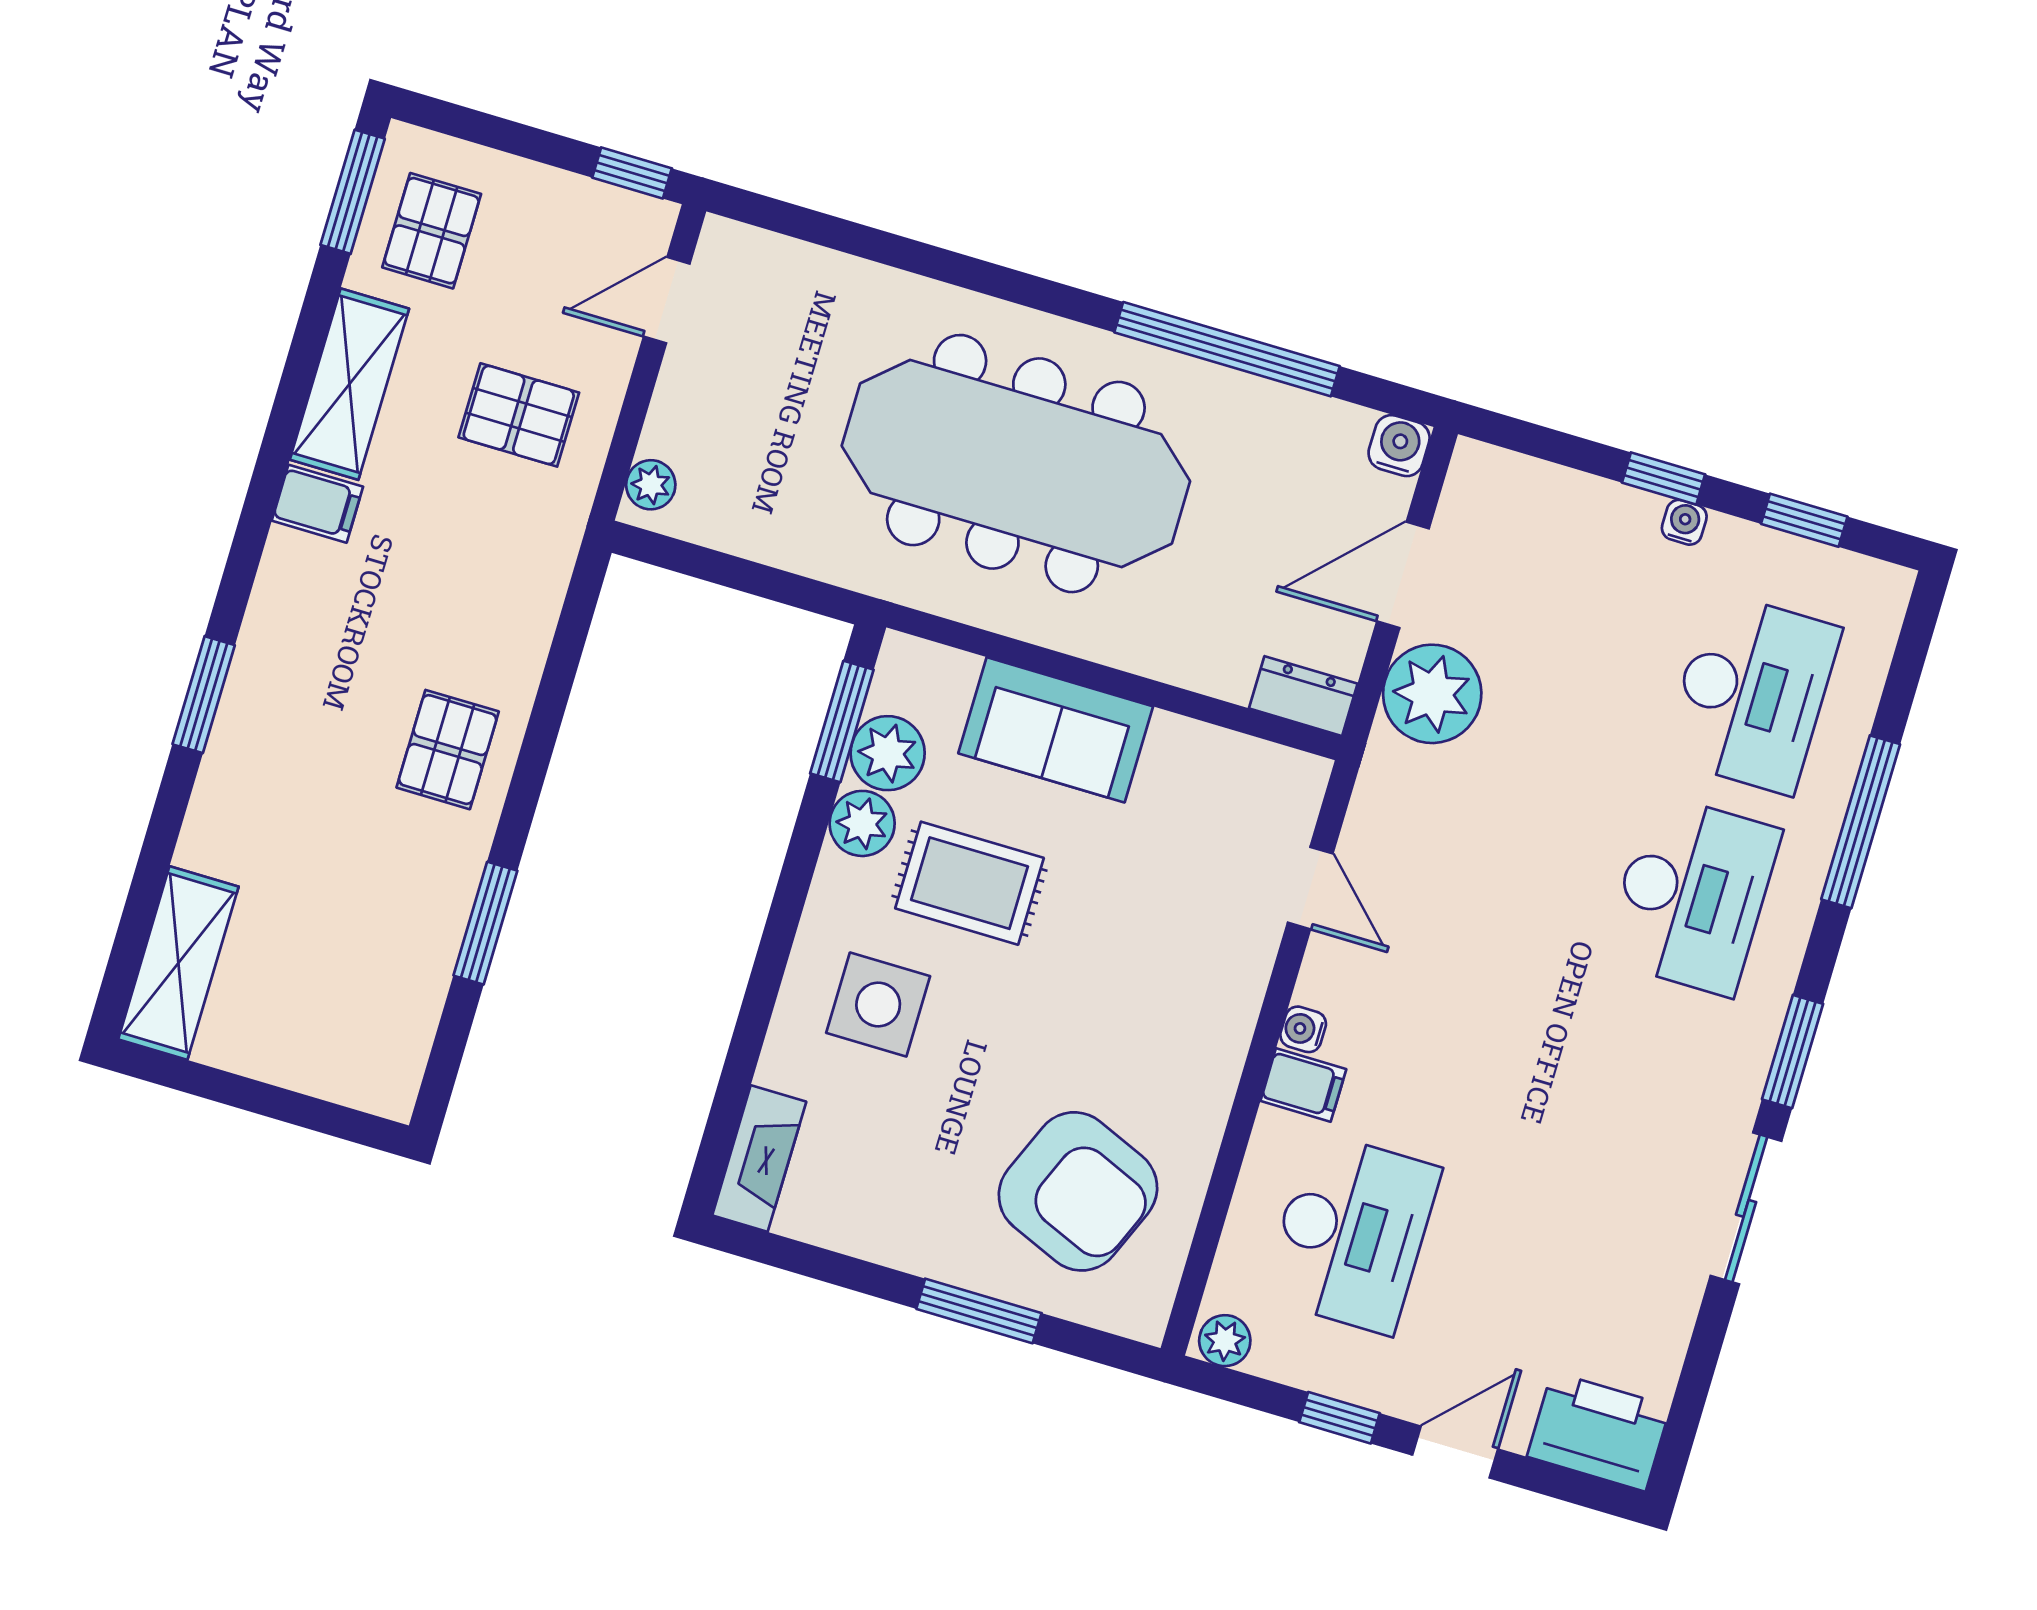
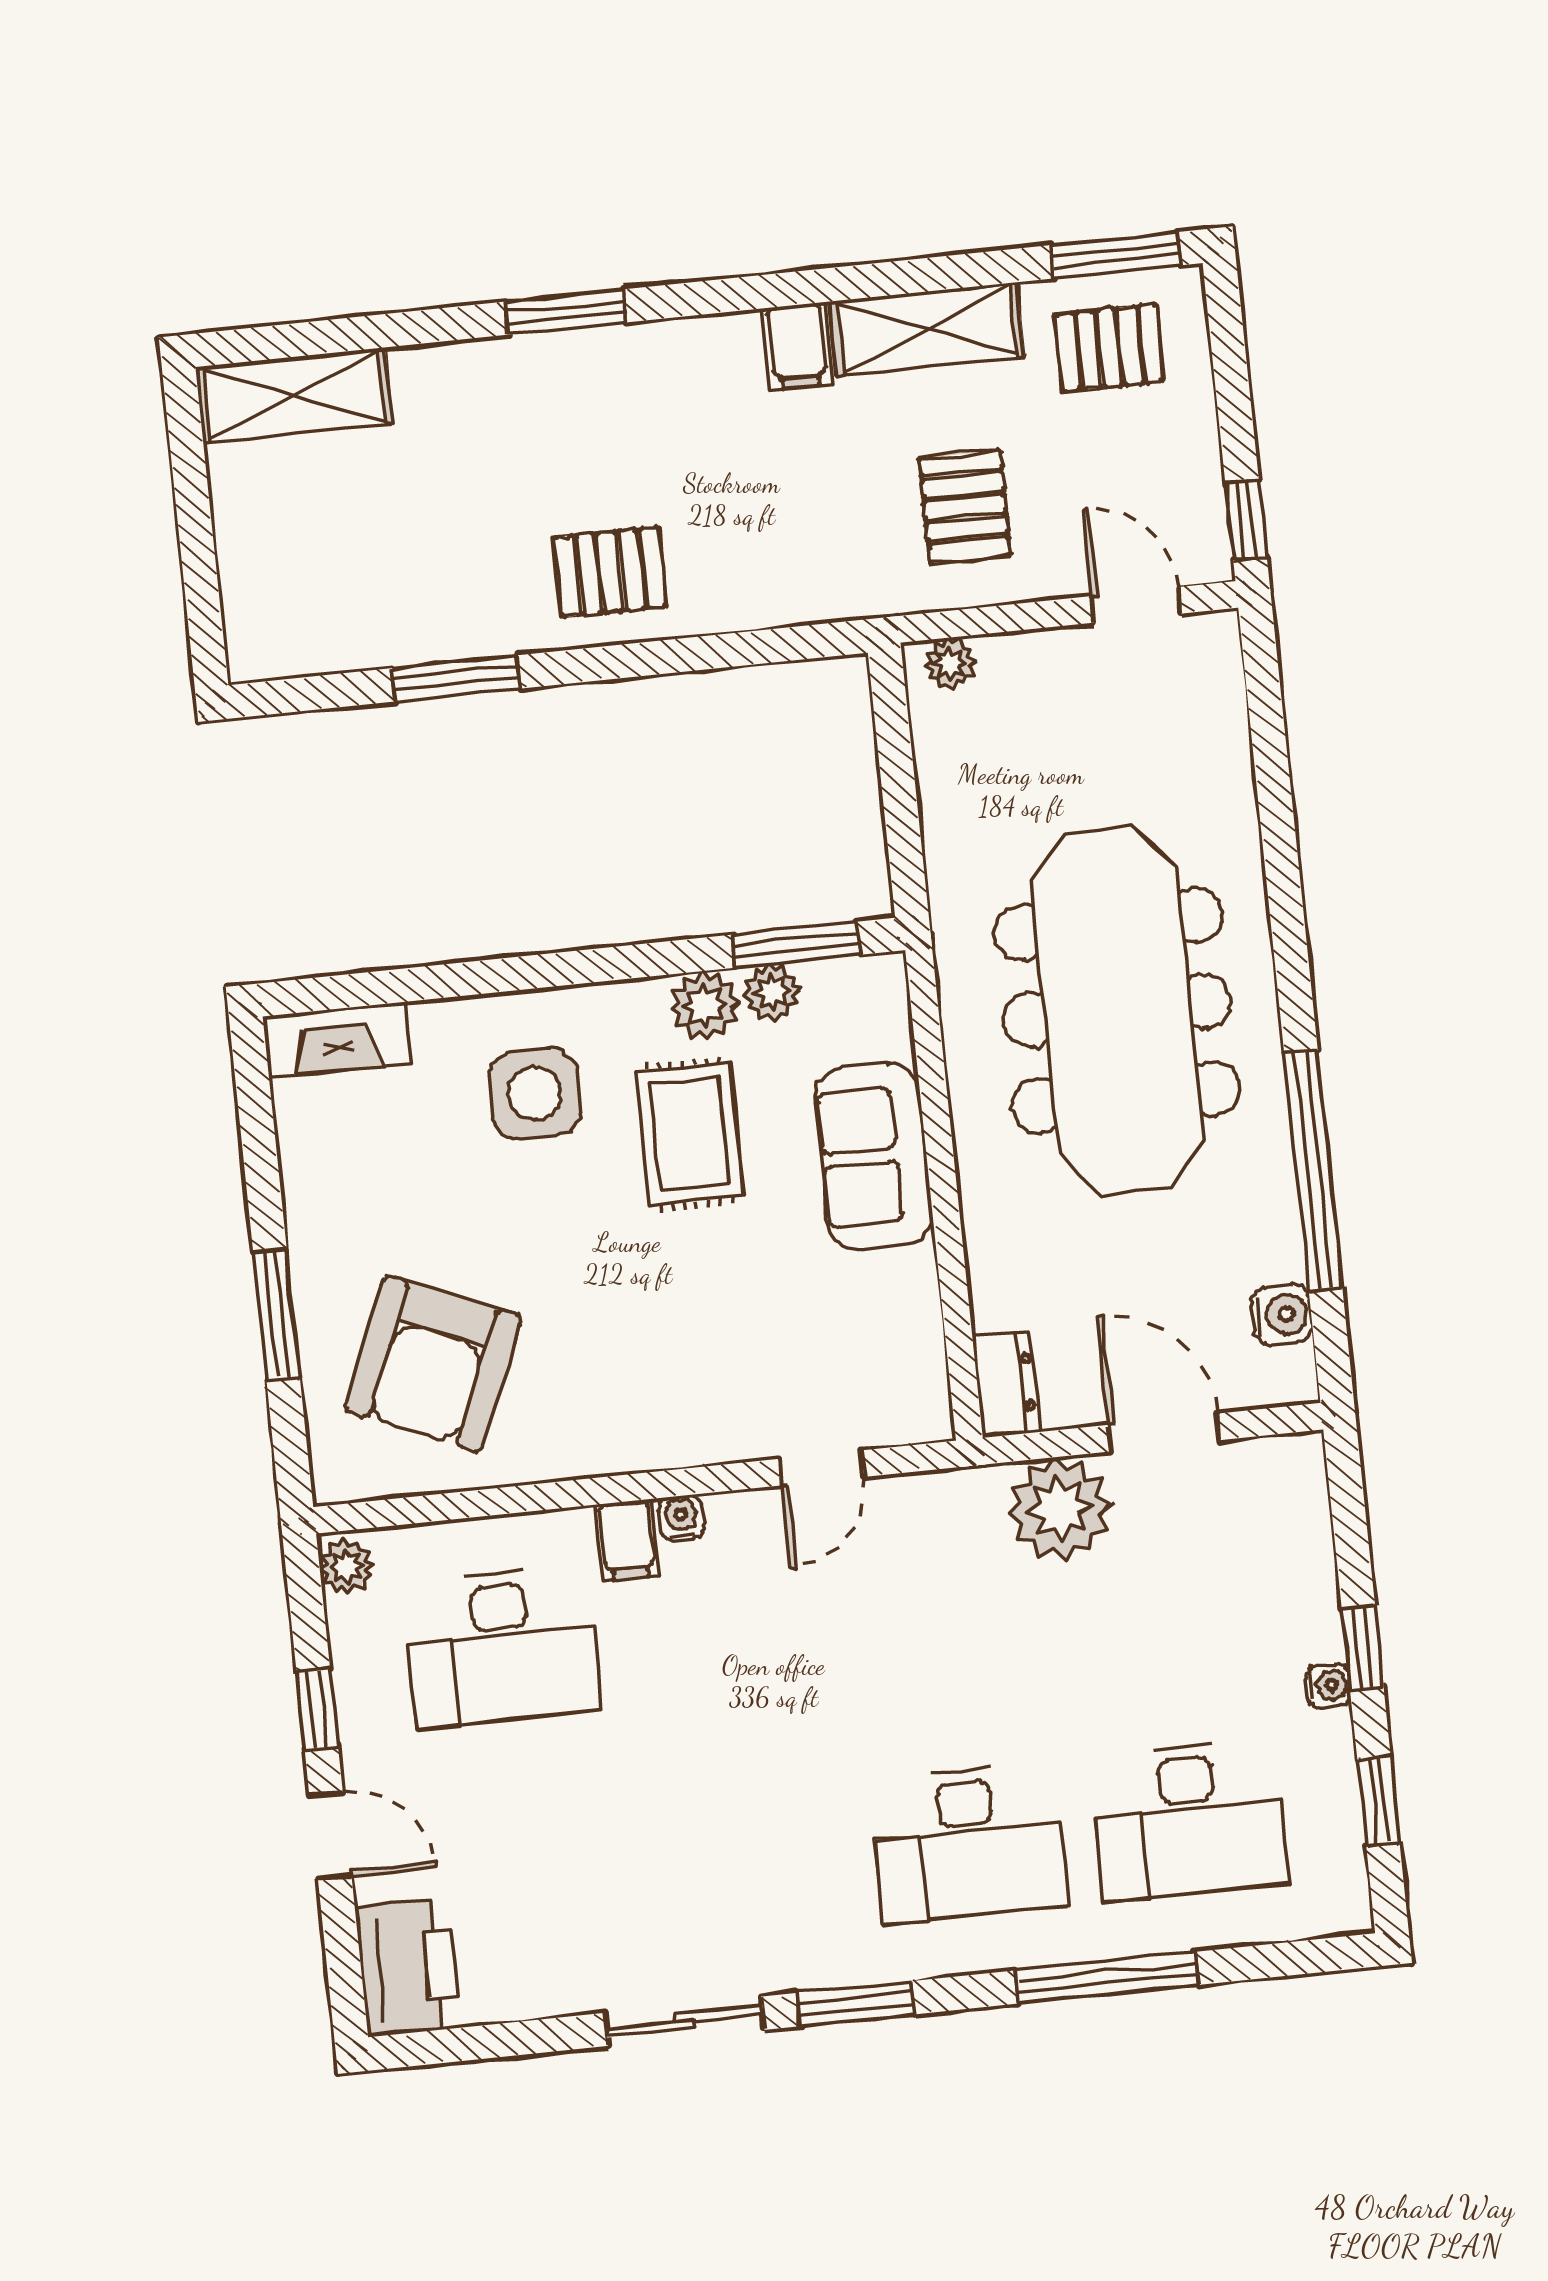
water cooler: (1399, 446) -> (1282, 1314), moved
plant: (888, 753) -> (772, 993), width x0.73, depth x0.73

